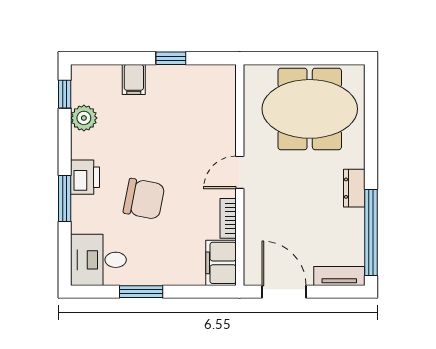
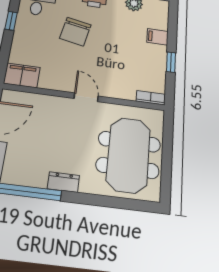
bookcase: (228, 218) -> (151, 98), moved
window: (141, 292) -> (11, 21), width x0.67

